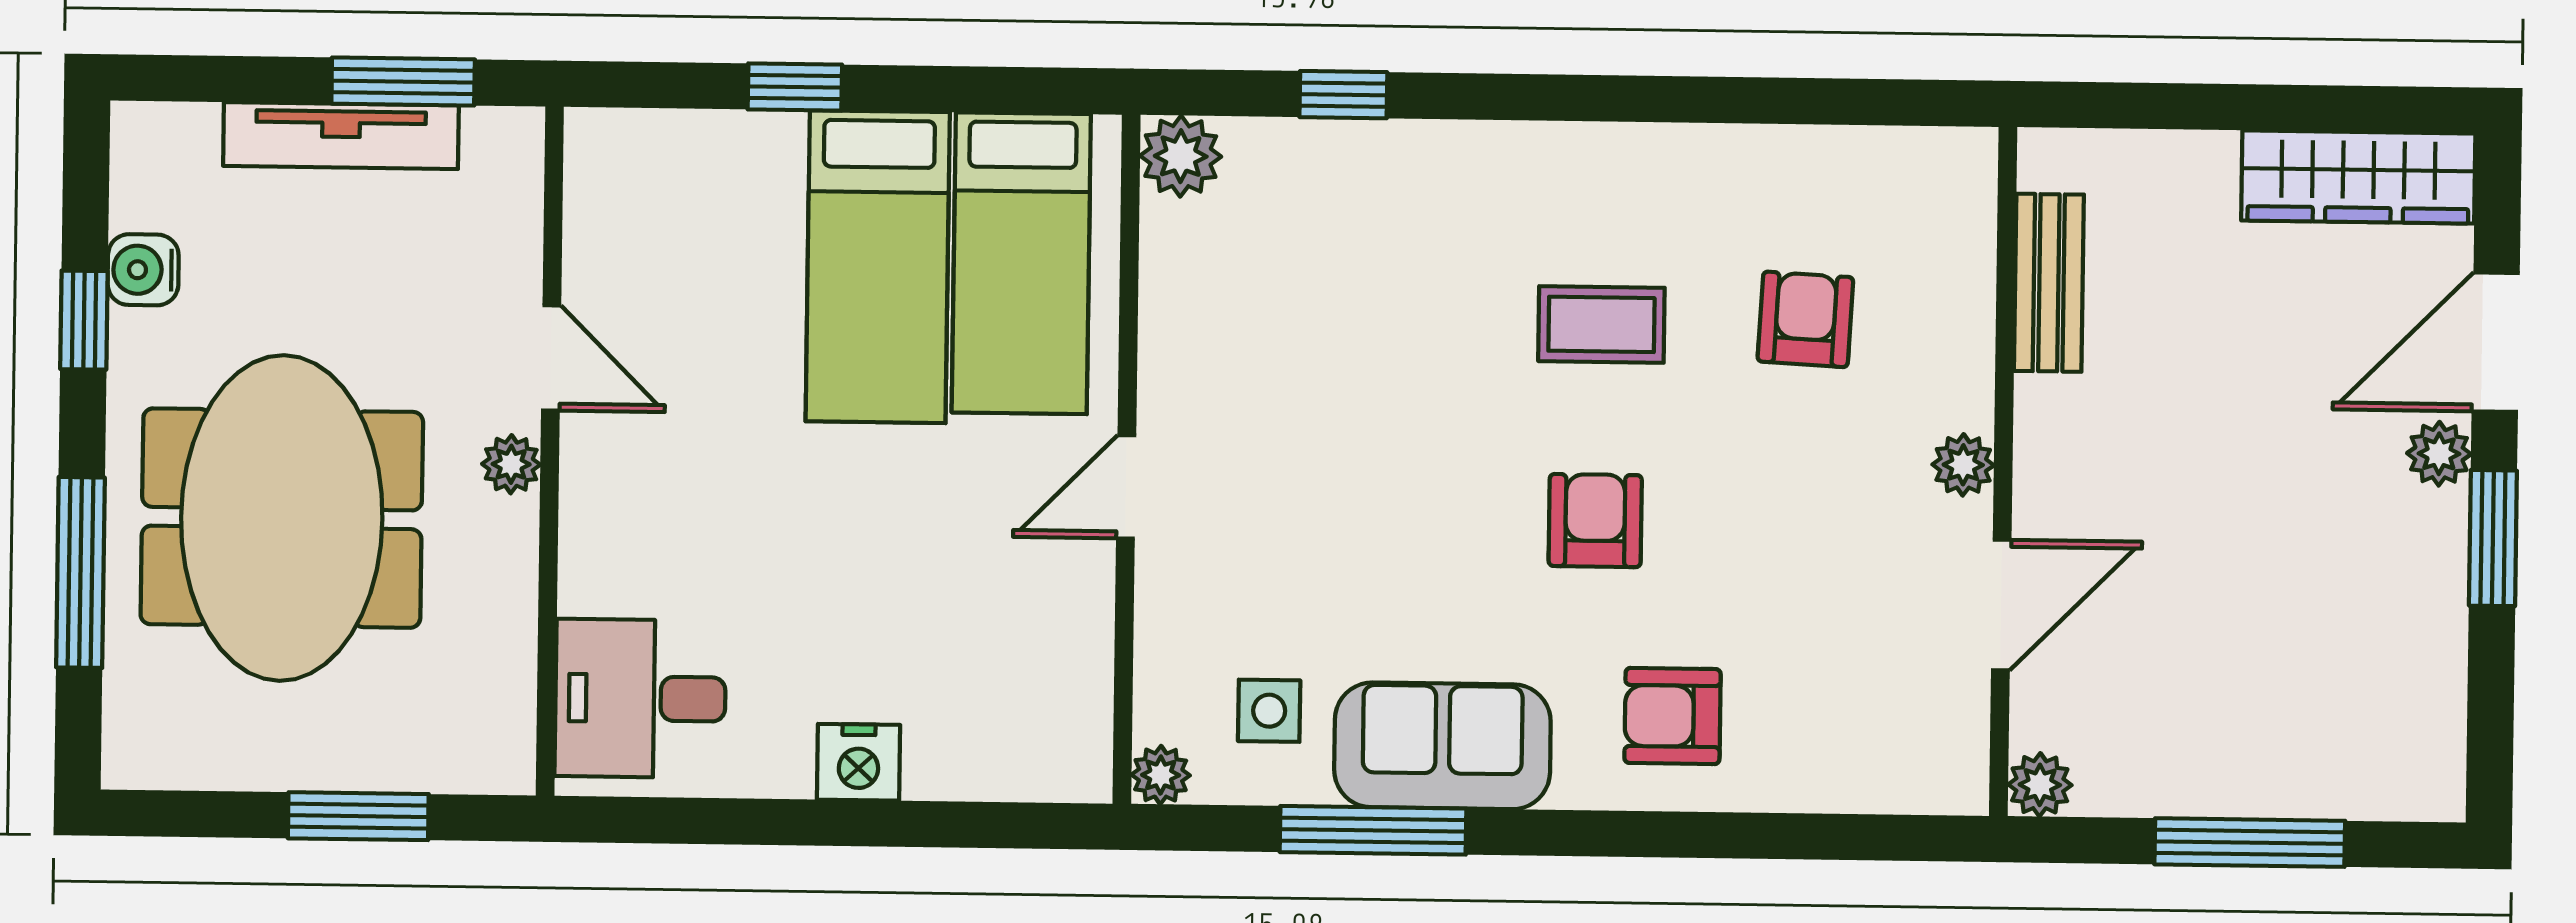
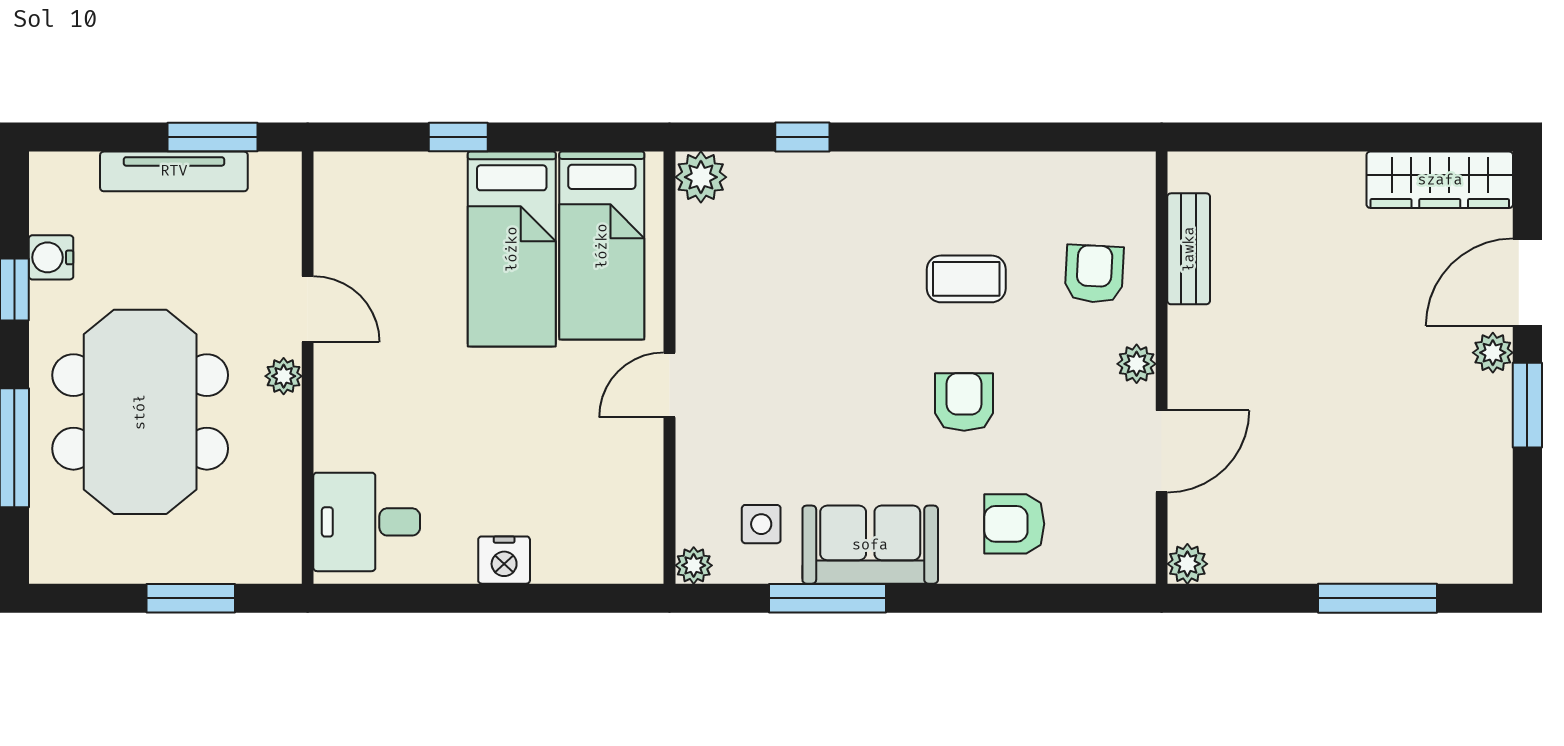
bench: (2049, 283) -> (1189, 249), moved
plant: (1963, 465) -> (1137, 364), moved
wall: (2003, 472) -> (1162, 368), moved
door: (2001, 605) -> (1162, 451), moved
plant: (2040, 785) -> (1187, 564), moved

